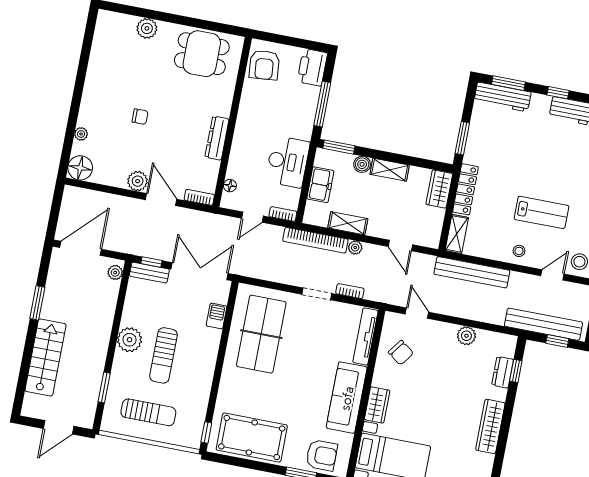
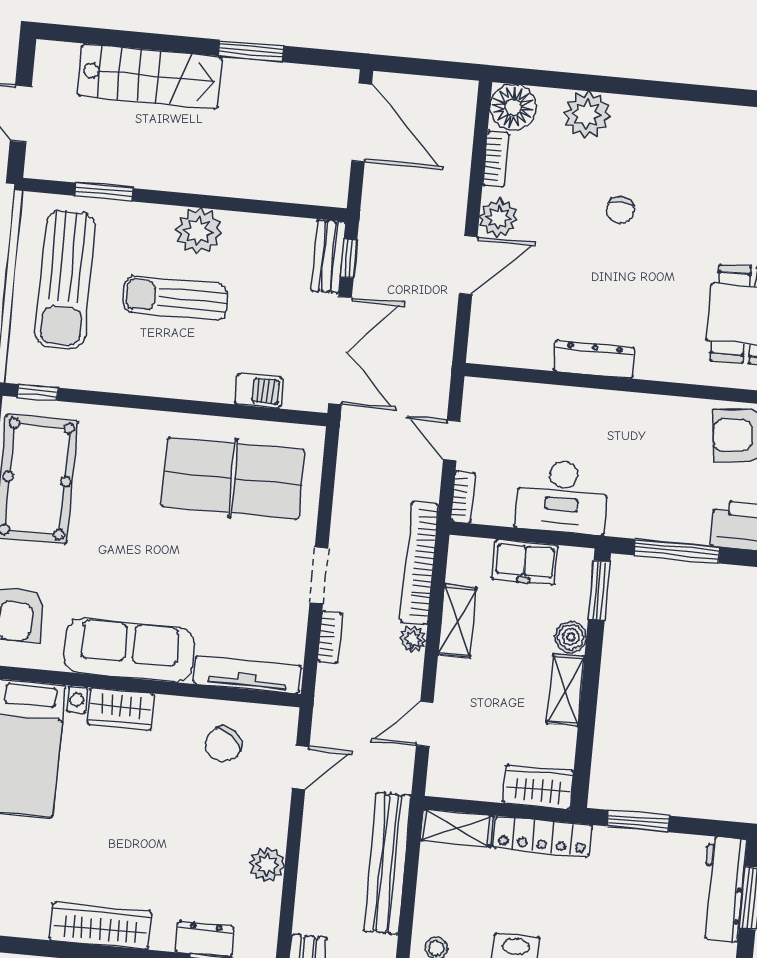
plant: (81, 134) -> (587, 115), width x1.88, depth x1.88
floor lamp: (230, 186) -> (507, 392), removed
bookcase: (199, 197) -> (496, 159), moved
plant: (115, 272) -> (322, 192), removed
sun lounger: (148, 412) -> (65, 280), width x1.36, depth x1.34

